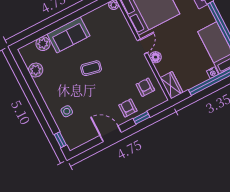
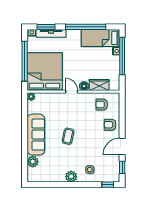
sofa: (68, 35) -> (36, 135), width x1.36
plant: (36, 70) -> (71, 176), moved
wardrobe: (171, 85) -> (99, 85), moved
window: (141, 118) -> (122, 167), moved

